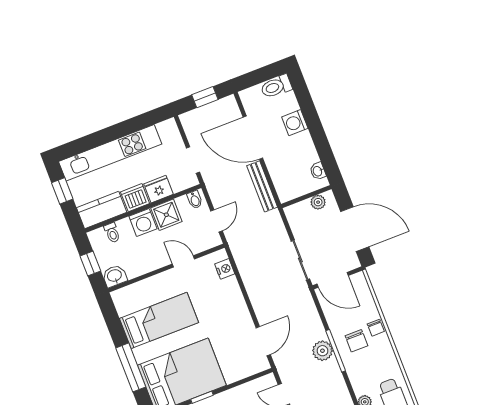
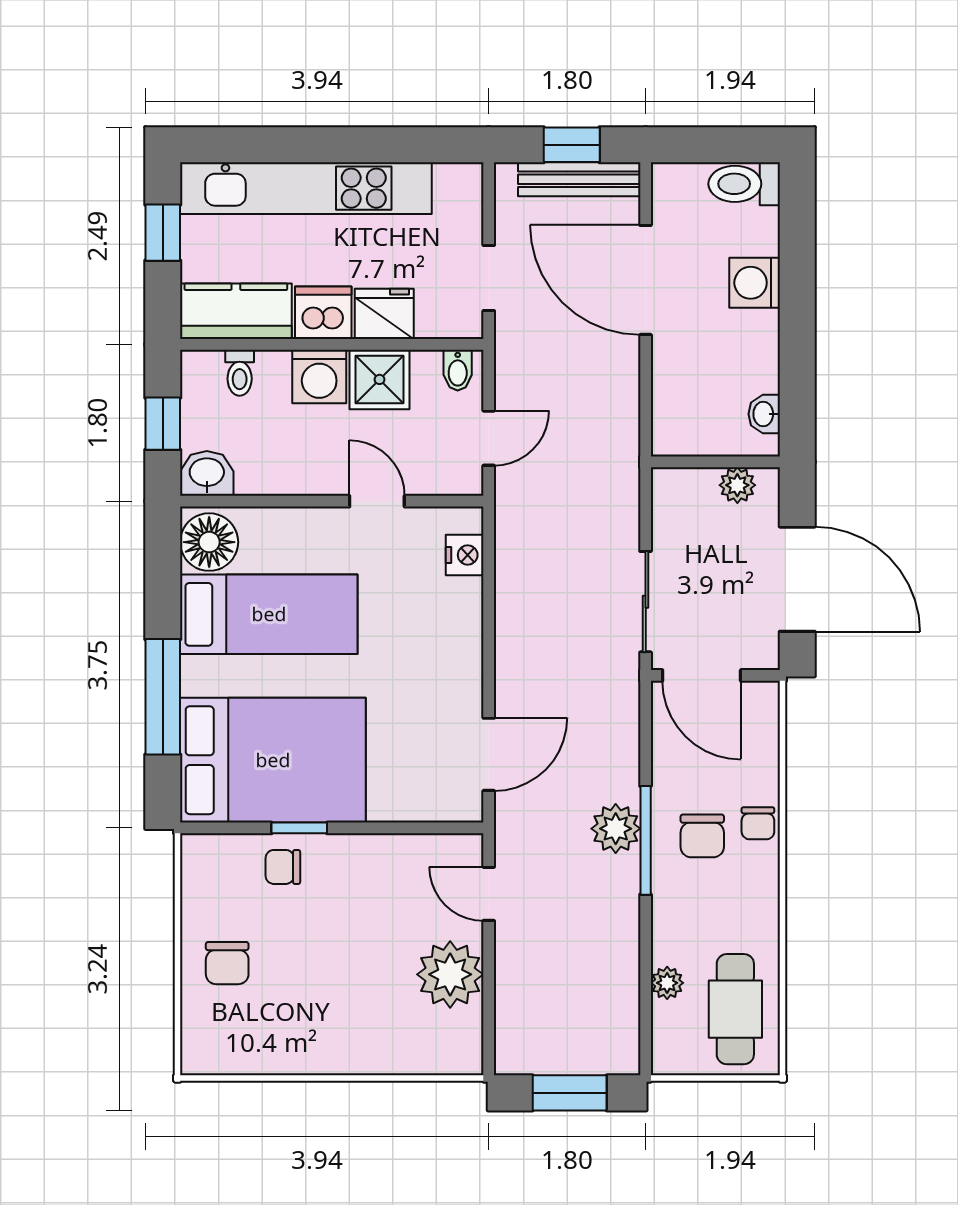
bench: (262, 186) -> (579, 179), moved, turned 90
floor lamp: (126, 302) -> (209, 542), added

